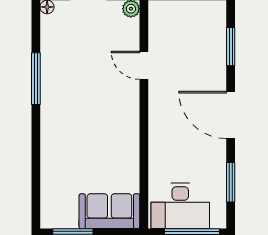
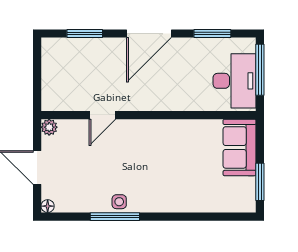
side table: (52, 83) -> (119, 202), added

